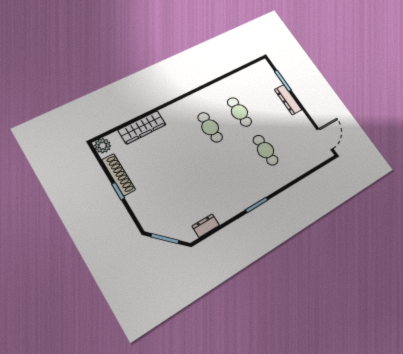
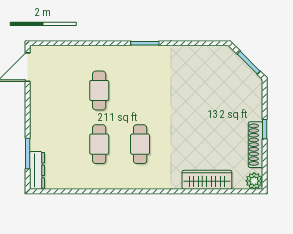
dresser: (288, 100) -> (37, 170), moved
dresser: (206, 226) -> (205, 52), removed

